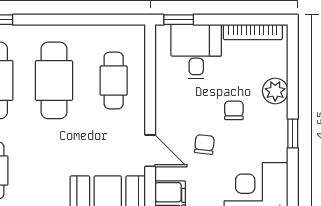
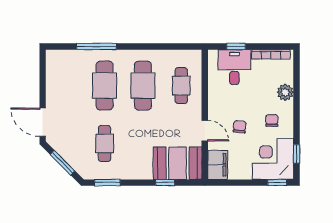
window: (179, 20) -> (236, 46), moved
chair: (234, 110) -> (272, 121), moved
window: (293, 133) -> (297, 154), moved

